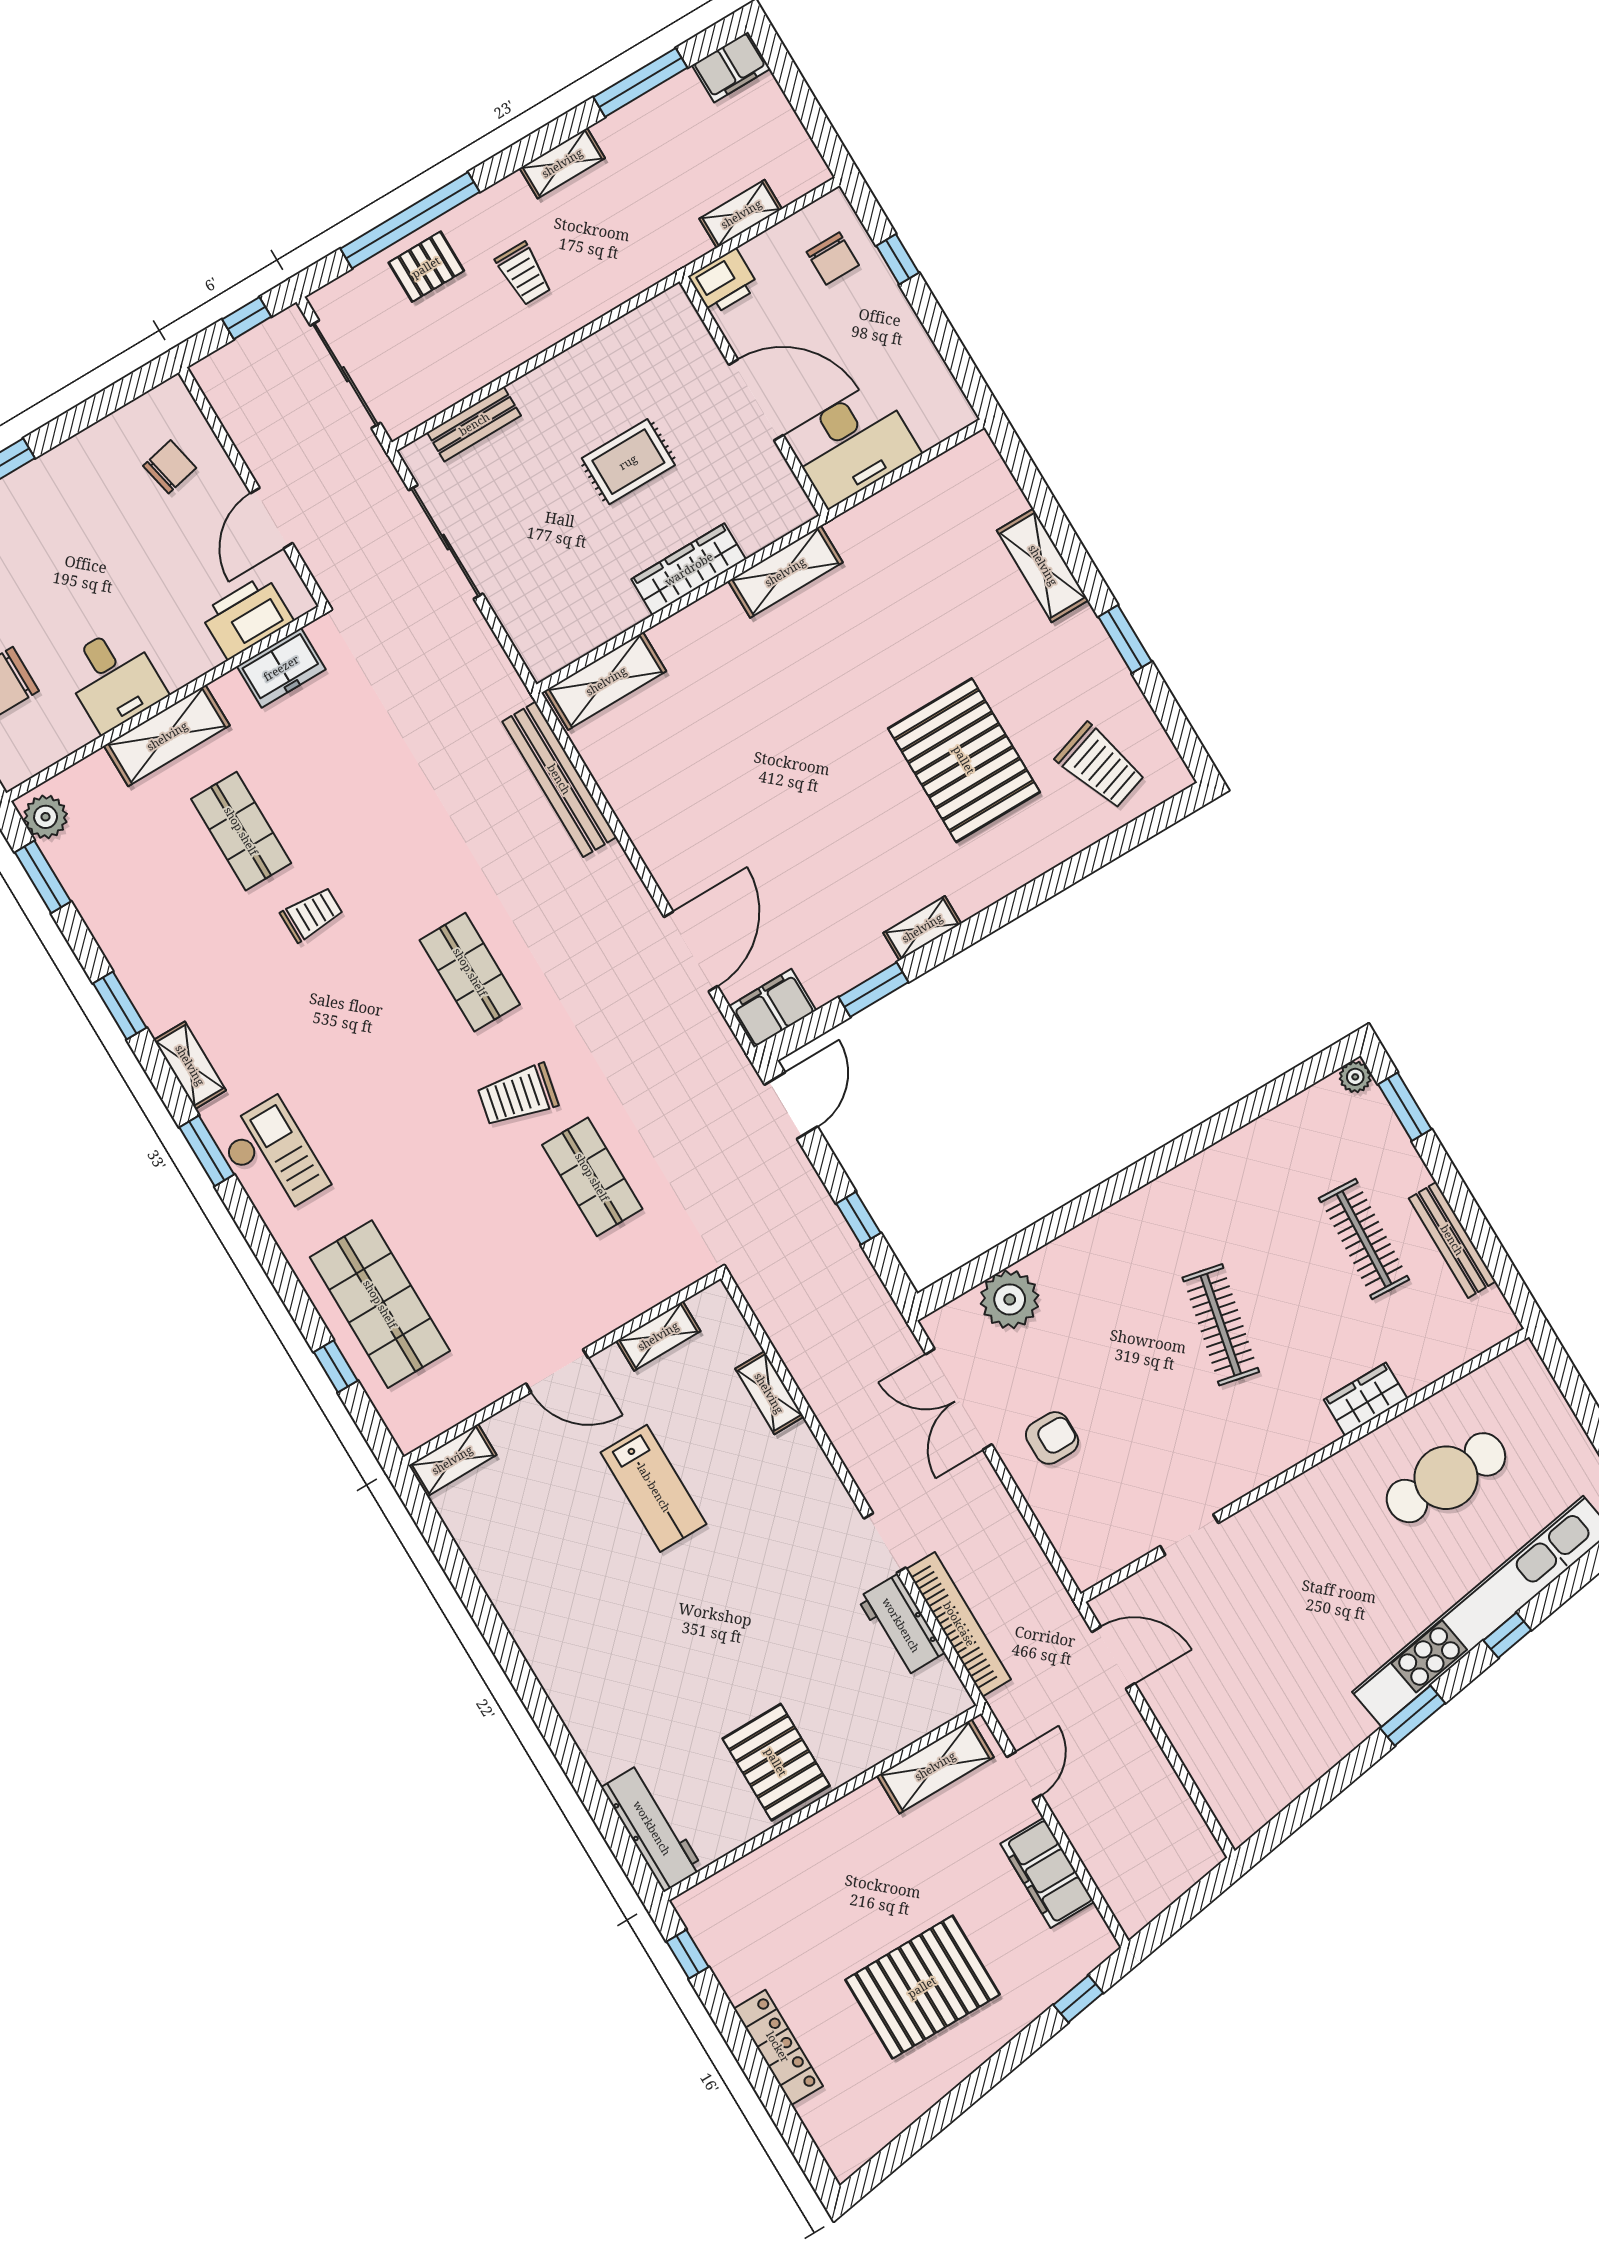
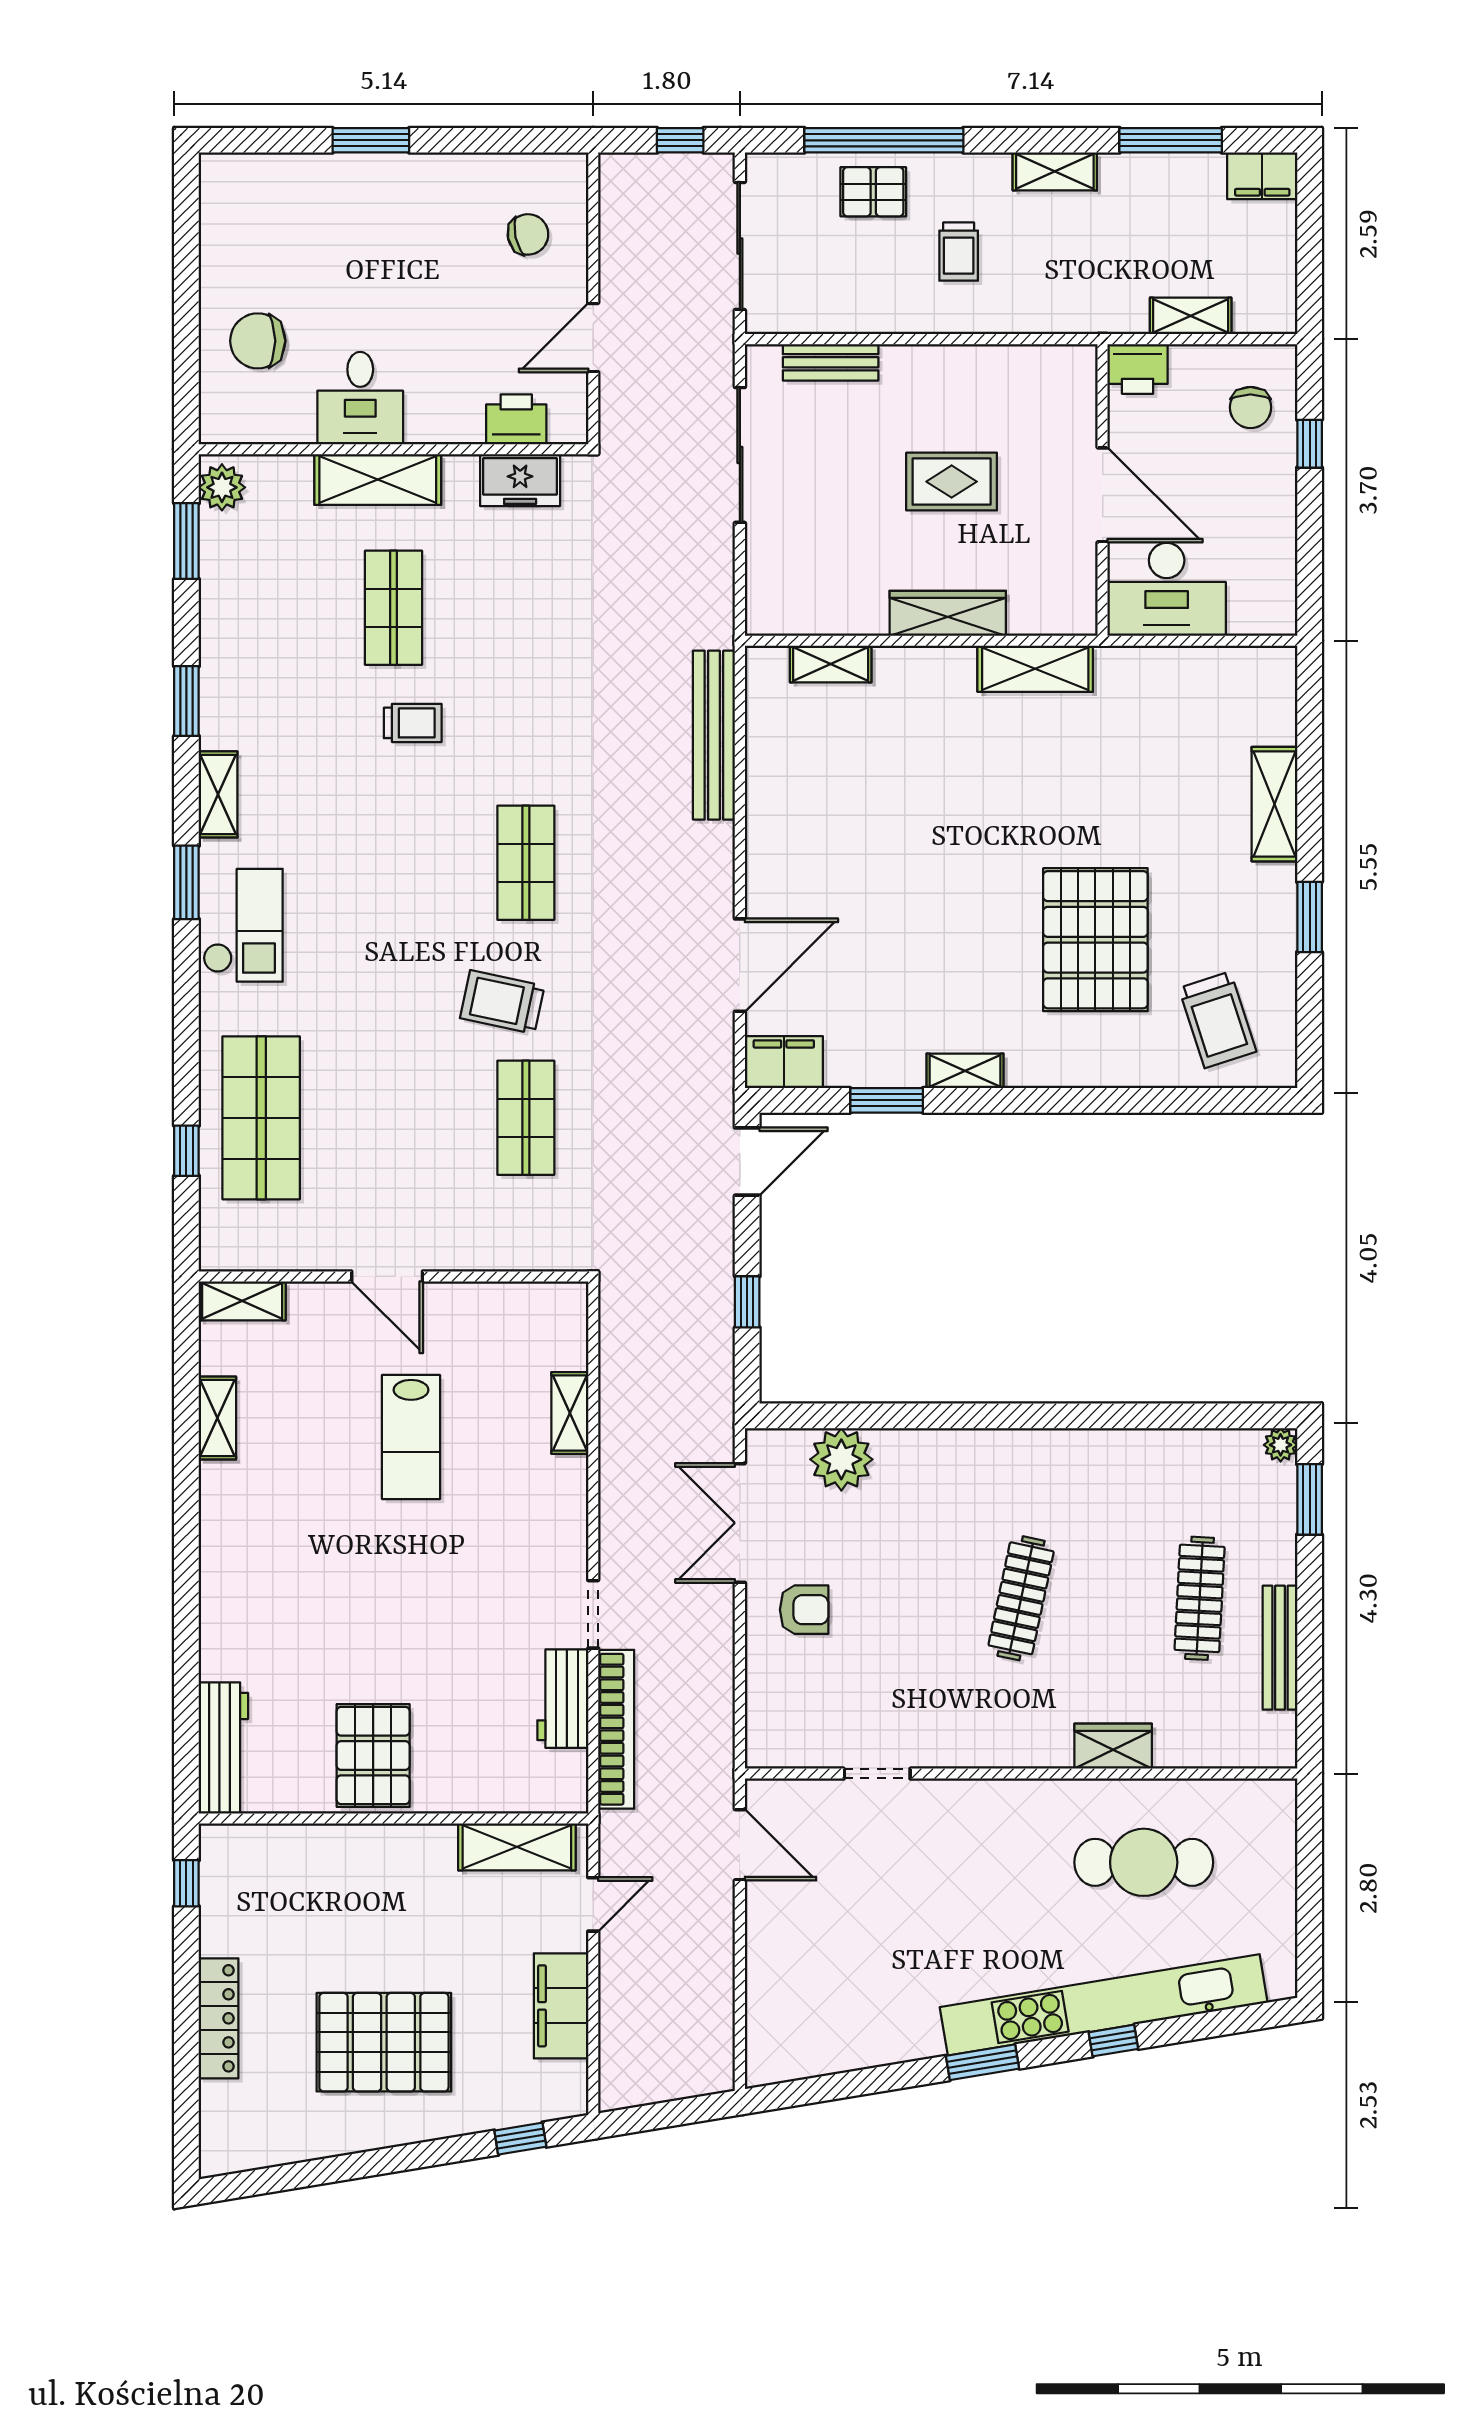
printer: (247, 617) -> (516, 419), width x0.73, depth x0.84
shelving: (606, 681) -> (831, 664), width x0.67, depth x0.75
shelving: (658, 1336) -> (217, 1418), moved, turned 90

